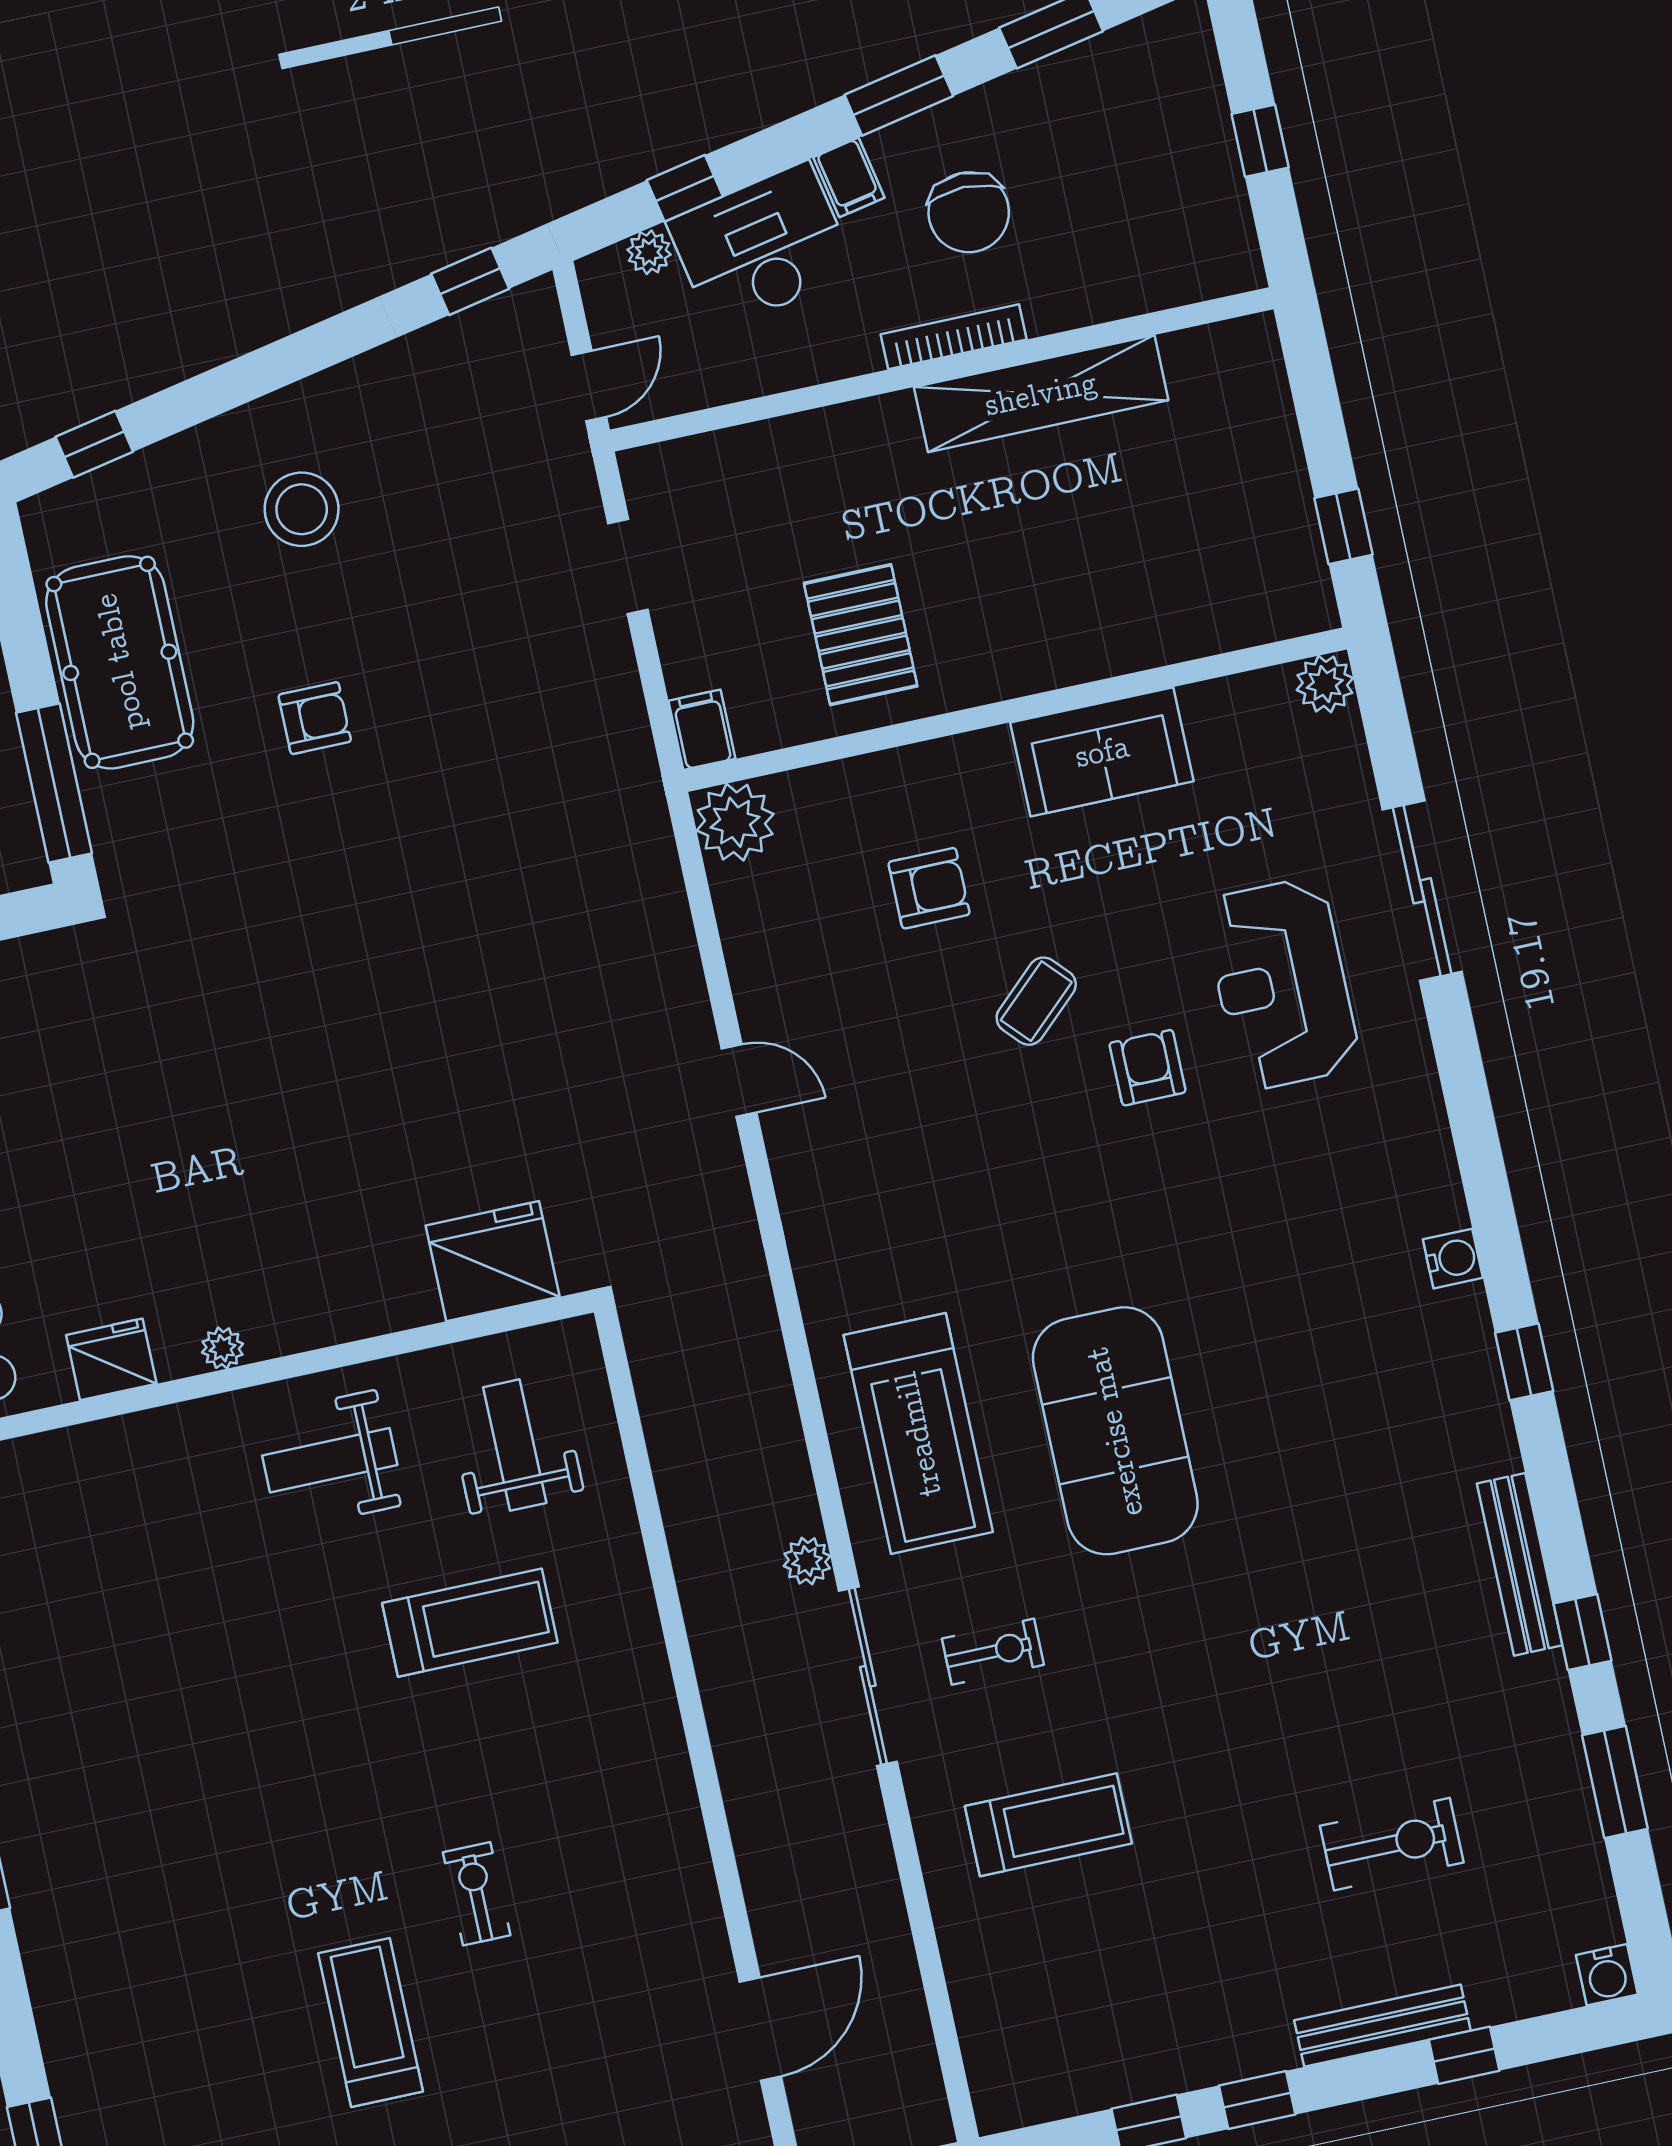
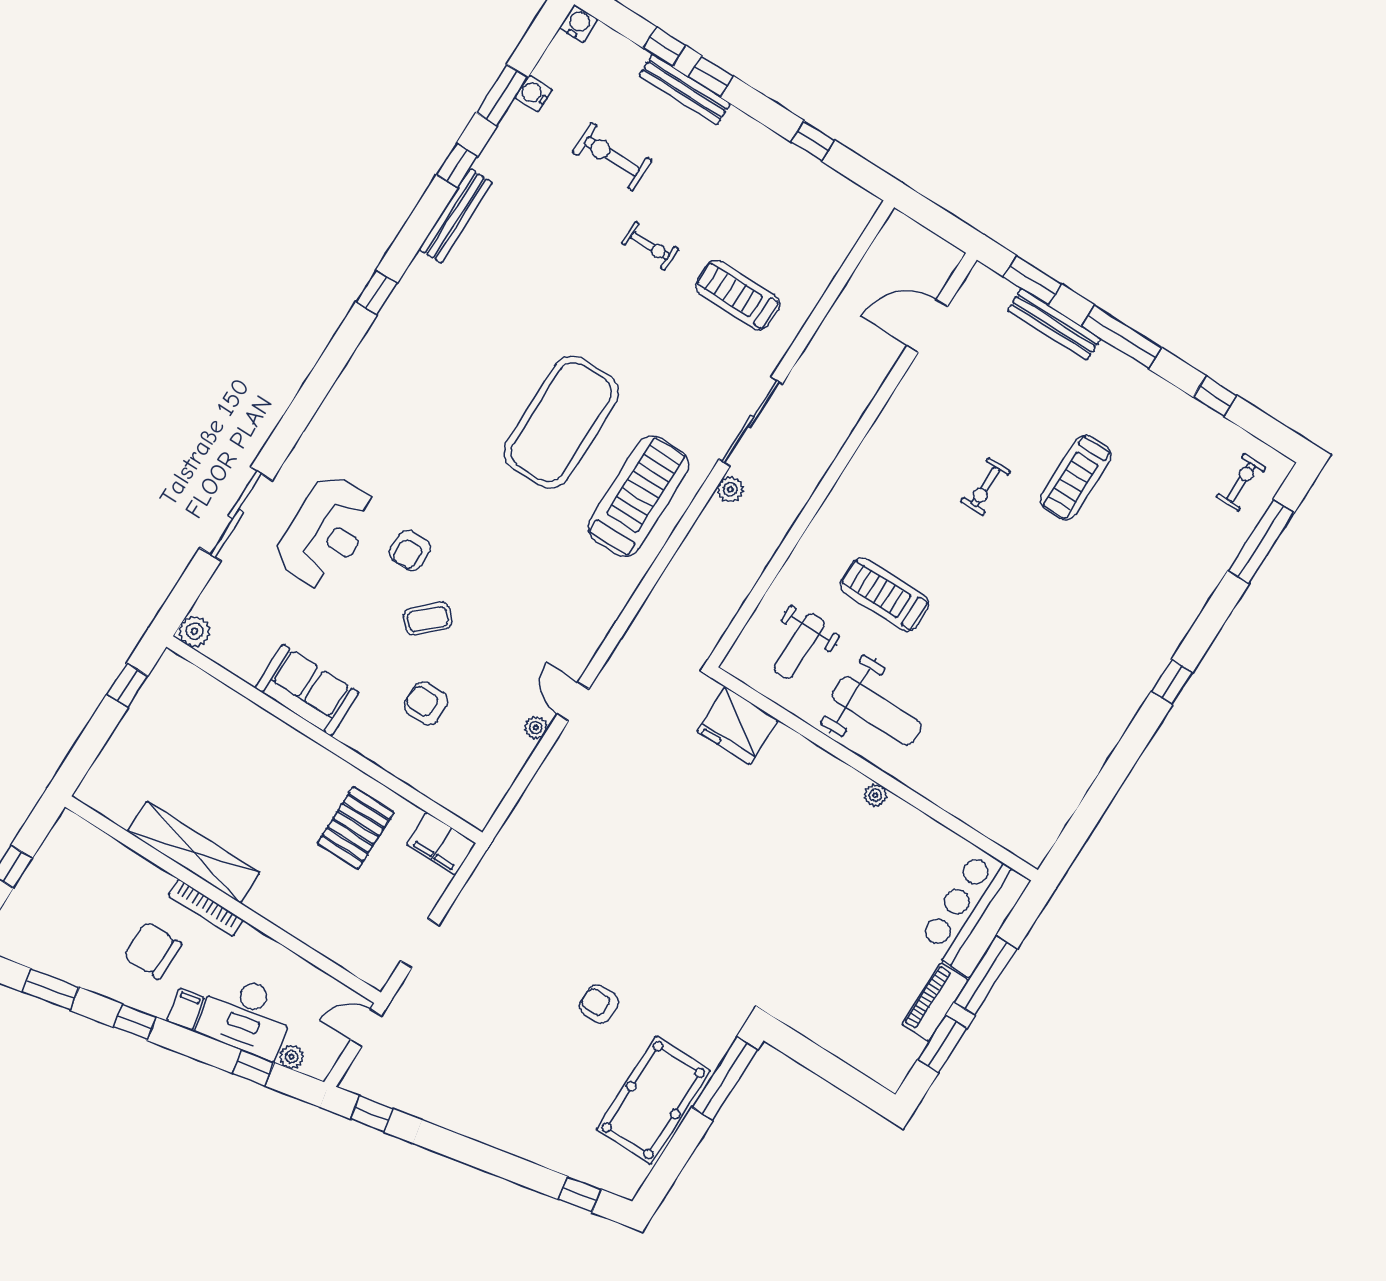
window: (899, 95) -> (135, 1022), width x0.67
chair: (969, 212) -> (152, 950), turned -90
stool: (302, 509) -> (524, 1090), removed
filing cabinet: (702, 730) -> (441, 844), width x2.00
plant: (735, 822) -> (536, 728), moved, width x0.53, depth x0.53
water cooler: (1453, 1259) -> (533, 94), moved
fridge: (111, 1359) -> (923, 833), removed
weight bench: (330, 1460) -> (877, 711), width x1.36, depth x1.33
exercise bike: (993, 1652) -> (650, 246), moved, turned 180
window: (1257, 2100) -> (711, 76), moved

